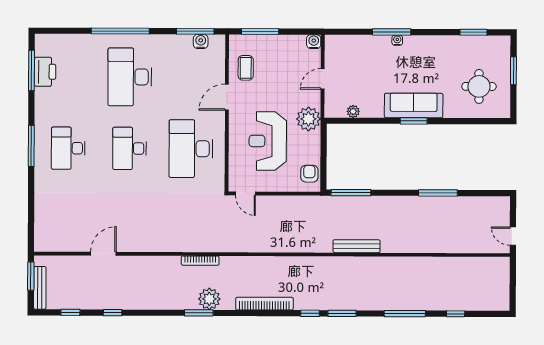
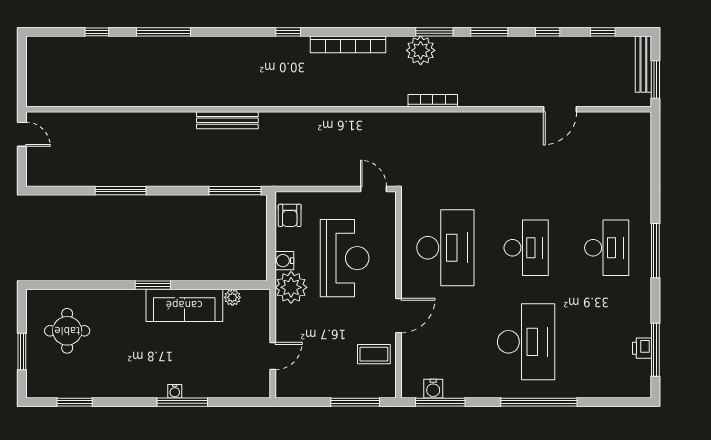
water cooler: (314, 42) -> (284, 261), moved, turned 90
coffee table: (246, 68) -> (374, 354), turned 90
printer: (45, 72) -> (642, 348), width x0.53, depth x0.68
door: (323, 79) -> (273, 356), moved
sofa: (414, 106) -> (184, 305), moved
window: (342, 313) -> (489, 32), moved

